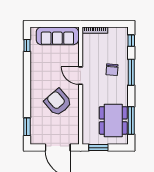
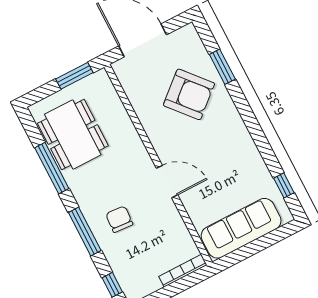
armchair: (58, 102) -> (189, 94), moved
window: (131, 121) -> (52, 168), moved
window: (27, 127) -> (222, 67), moved

